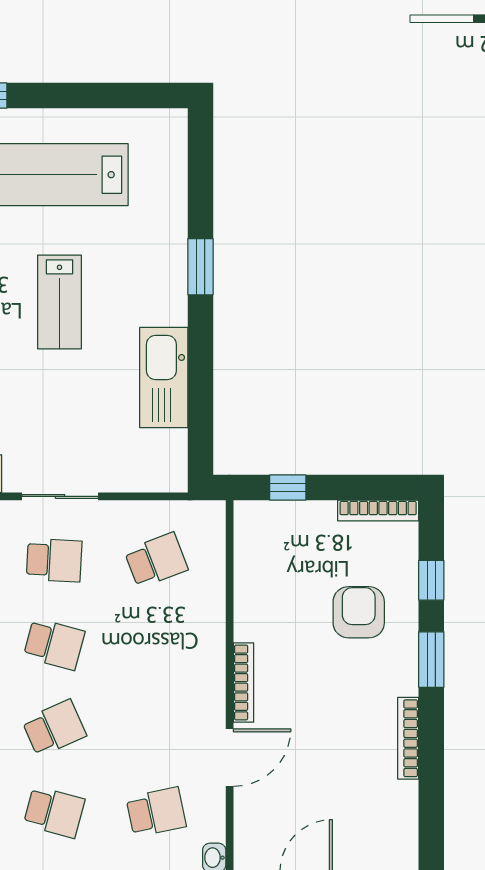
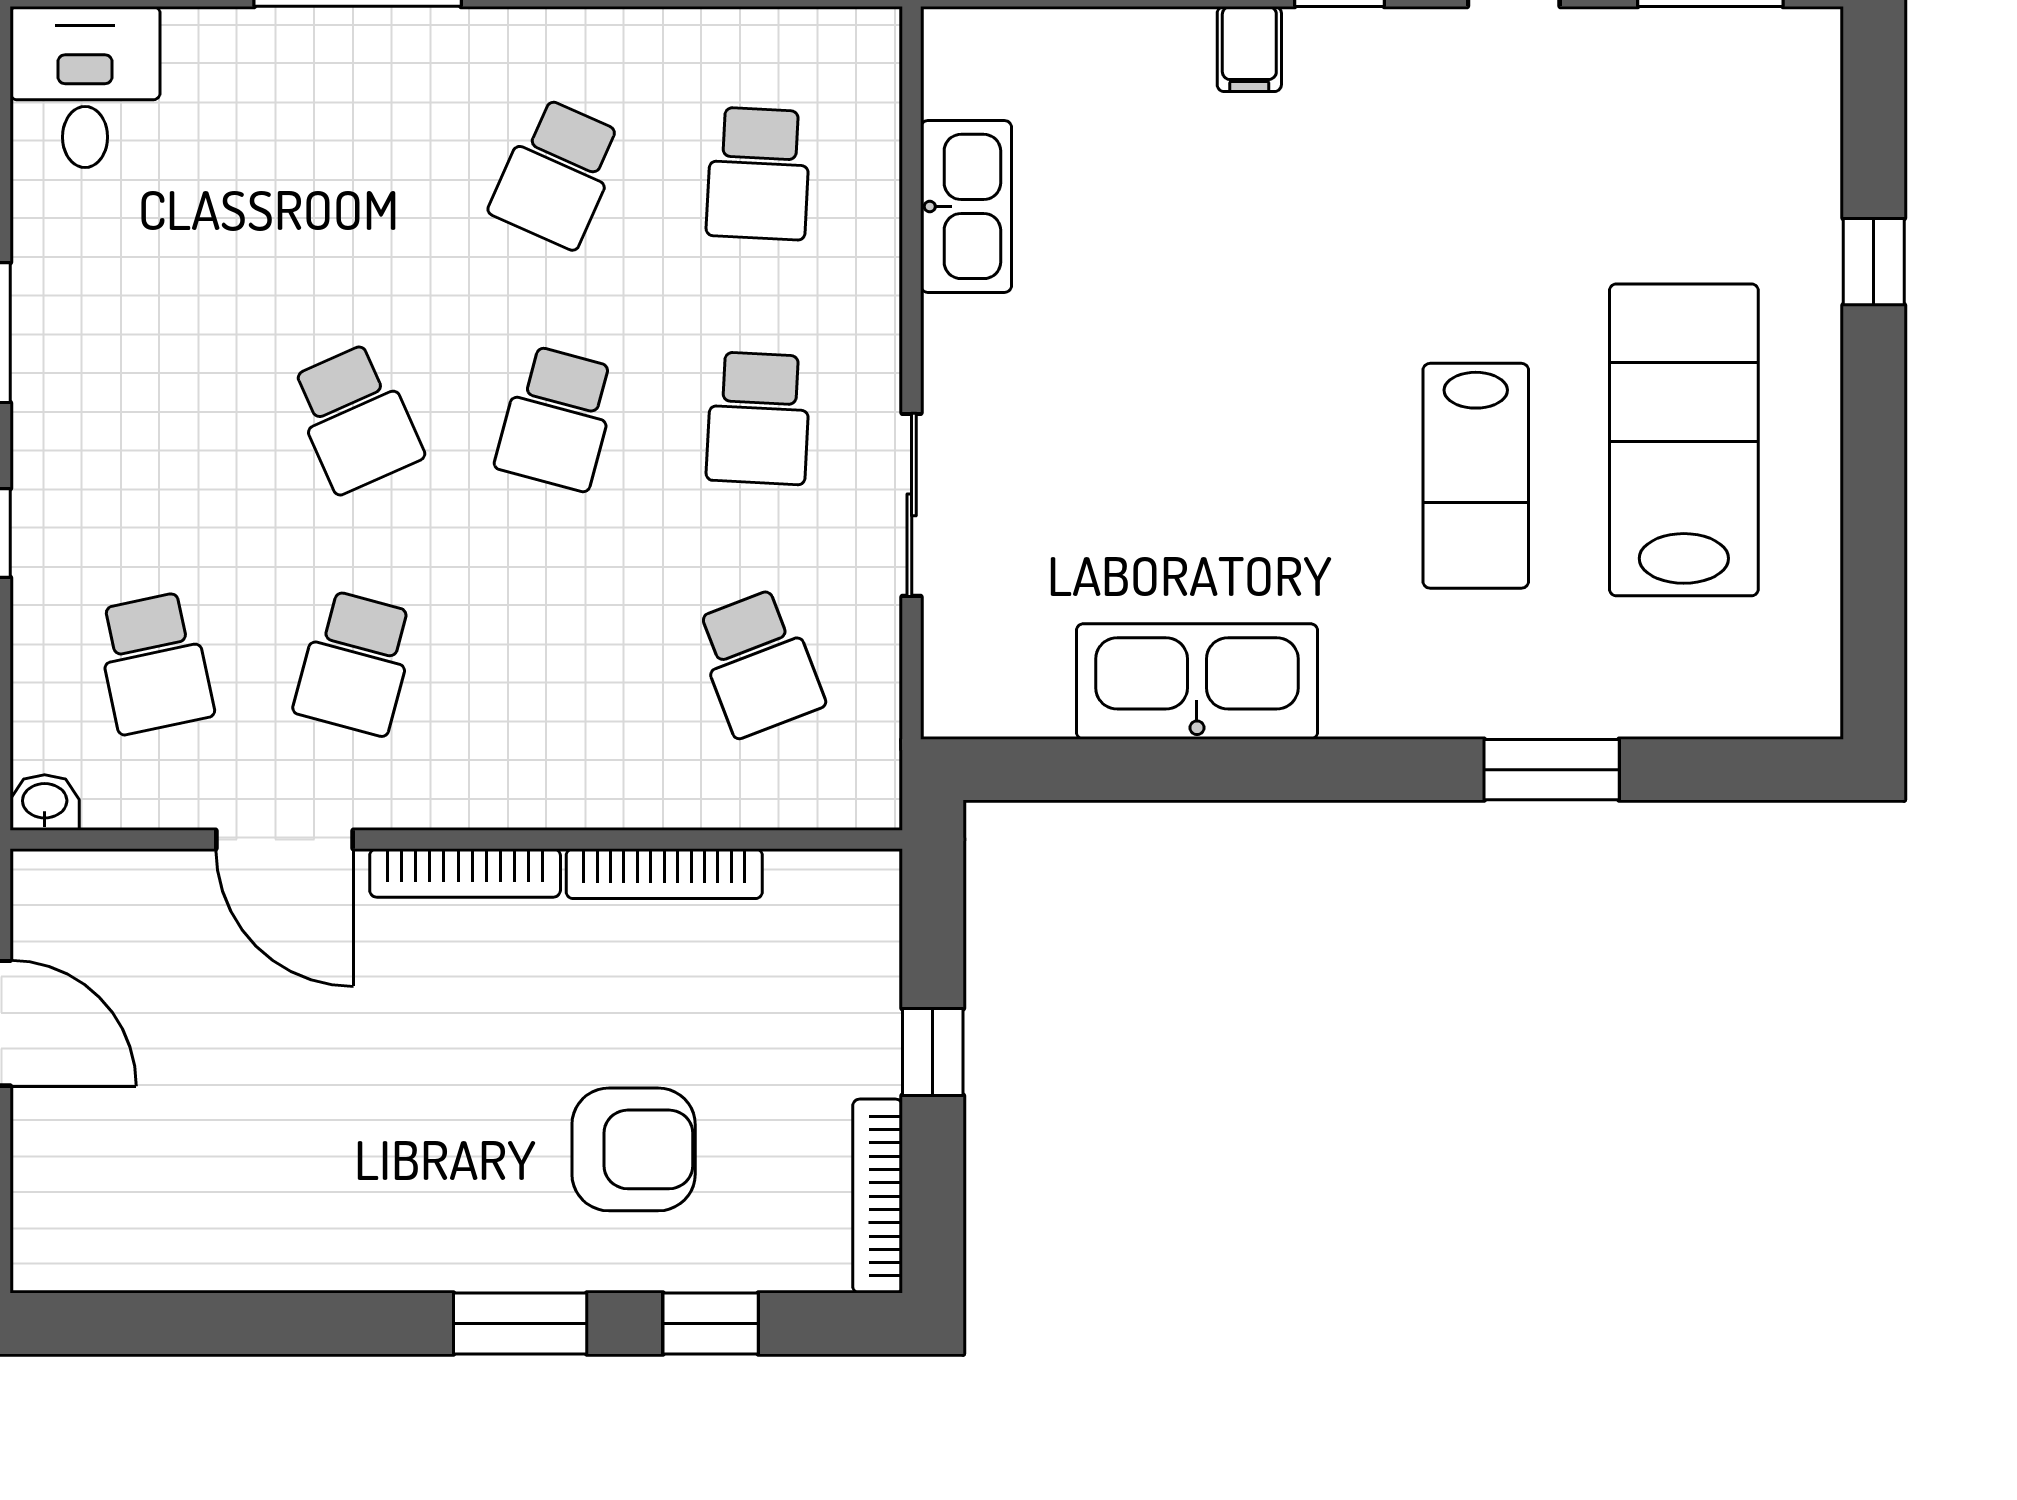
window: (200, 267) -> (1552, 770), moved
lab bench: (60, 302) -> (1476, 476), moved, turned -90
window: (288, 488) -> (933, 1052), moved
sliding door: (60, 496) -> (912, 505), moved
bookcase: (408, 738) -> (664, 874), moved, turned 180
school desk: (54, 812) -> (356, 663), moved

